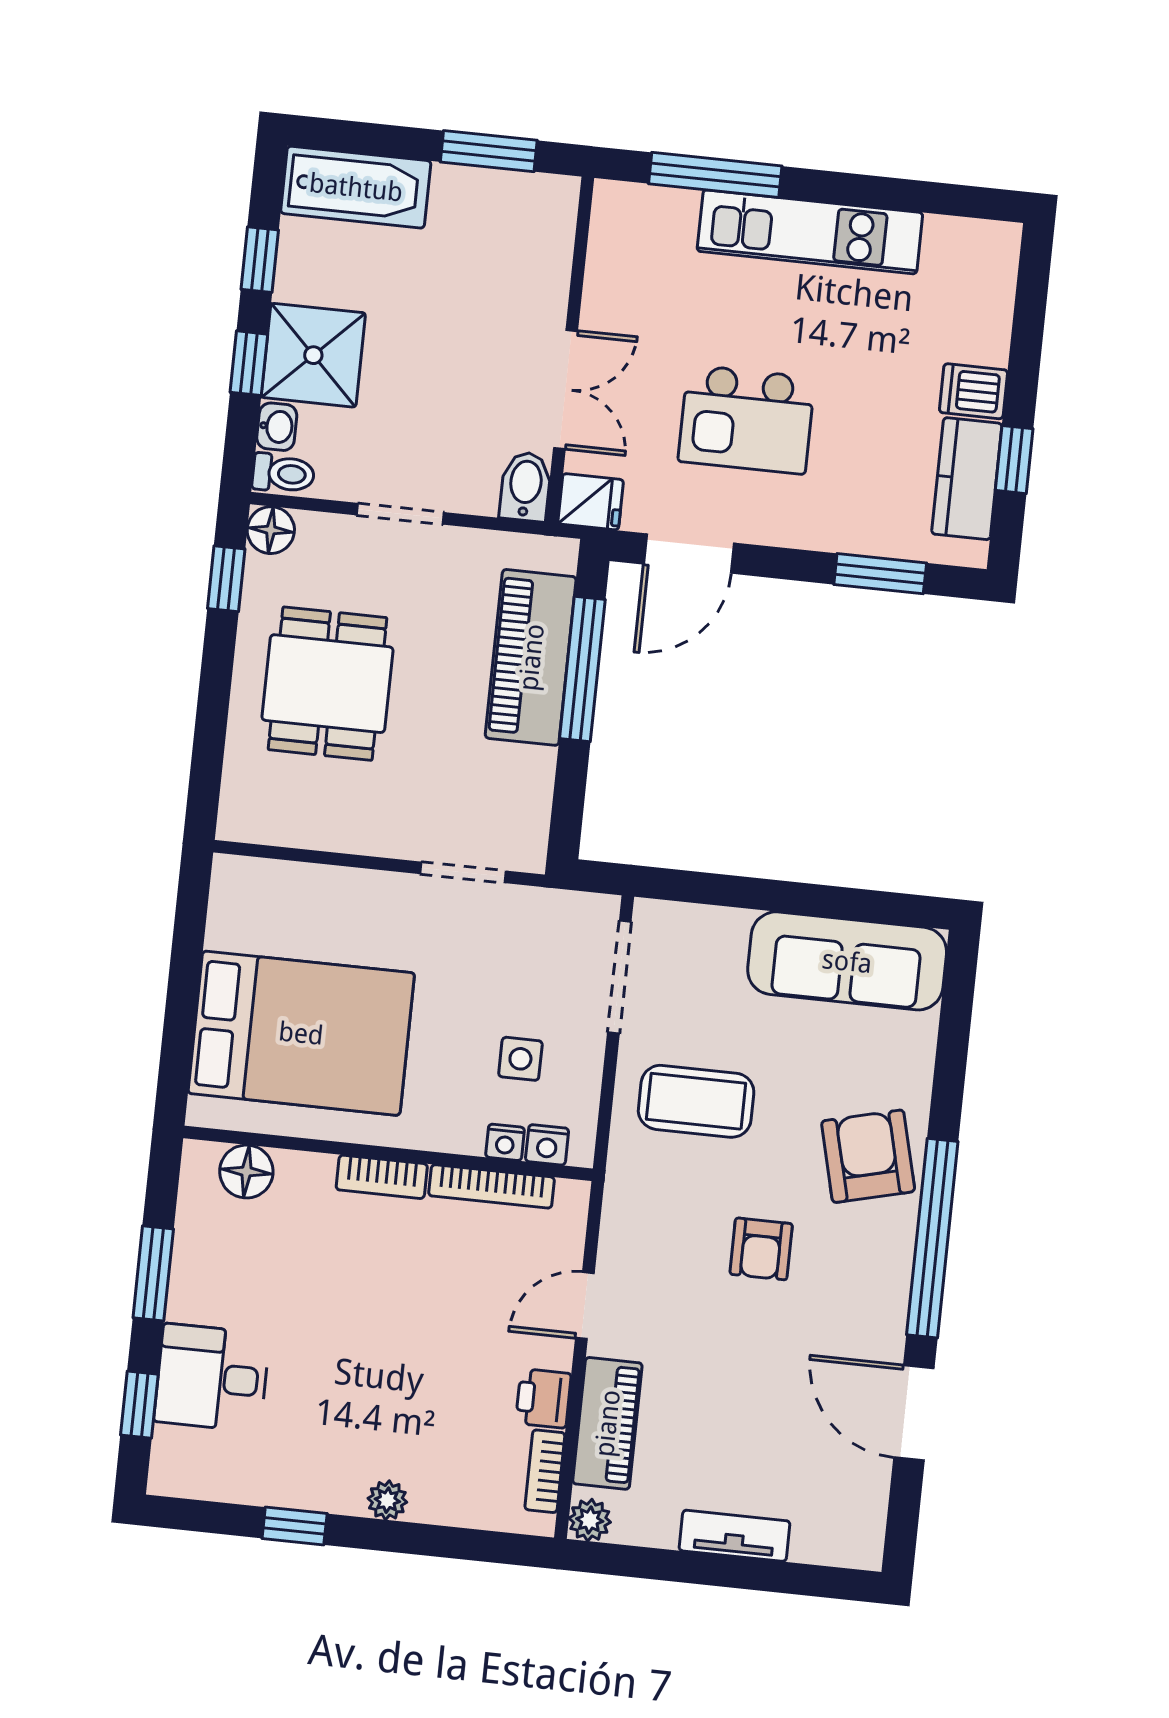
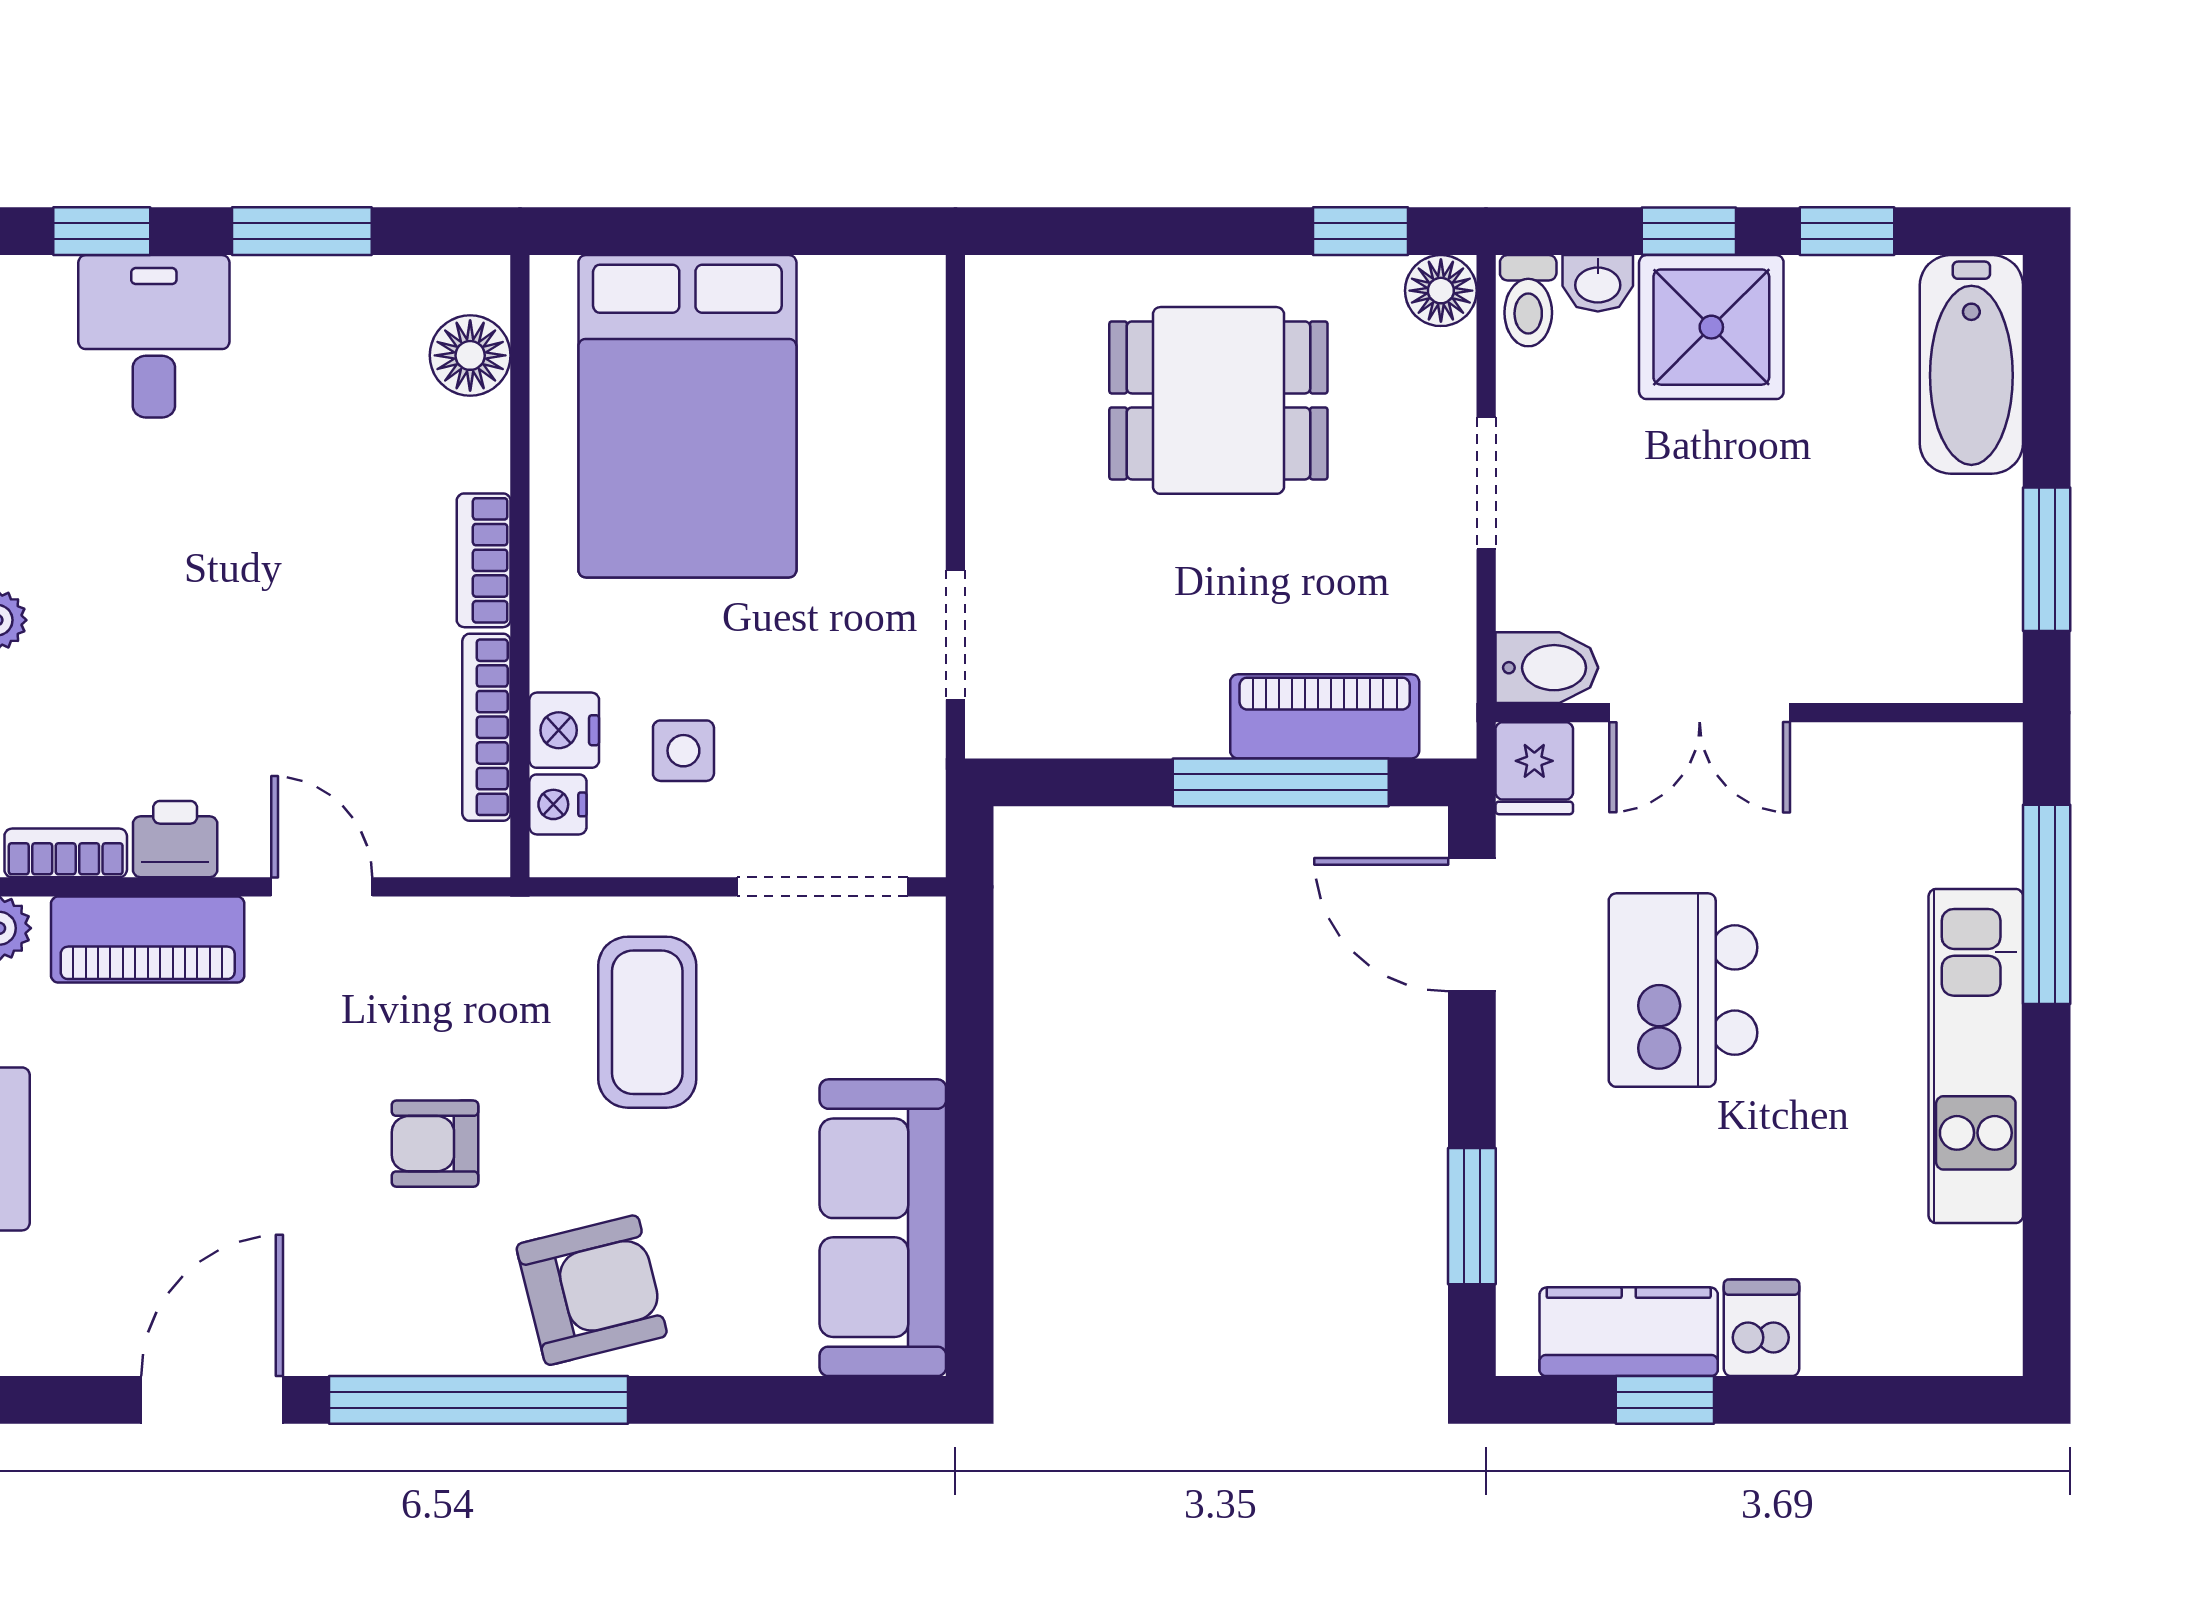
piano: (531, 657) -> (1325, 716), width x0.73, depth x0.75
nightstand: (505, 1142) -> (564, 730), width x1.39, depth x1.35

